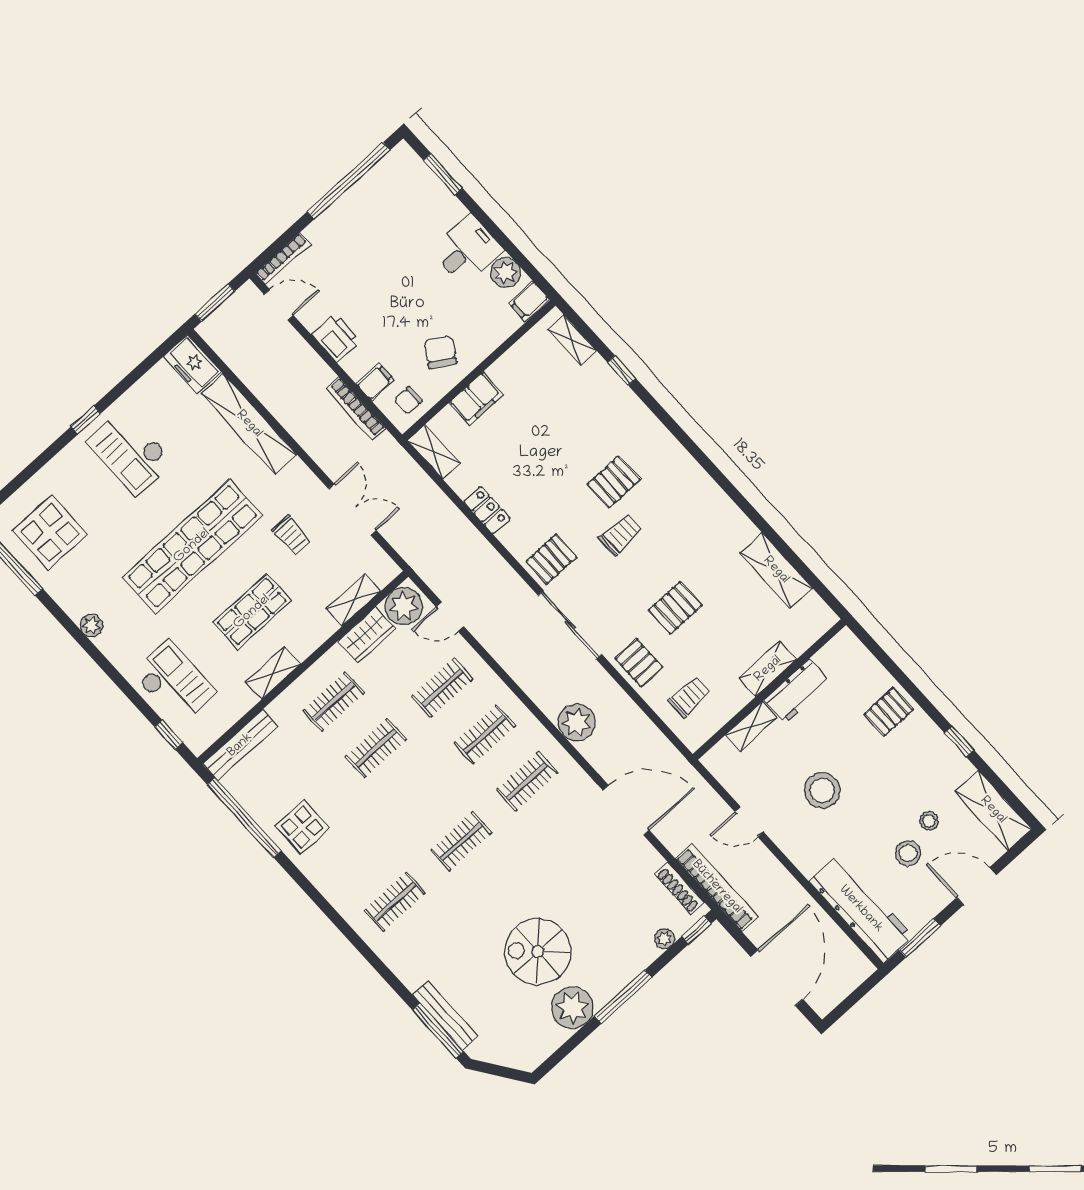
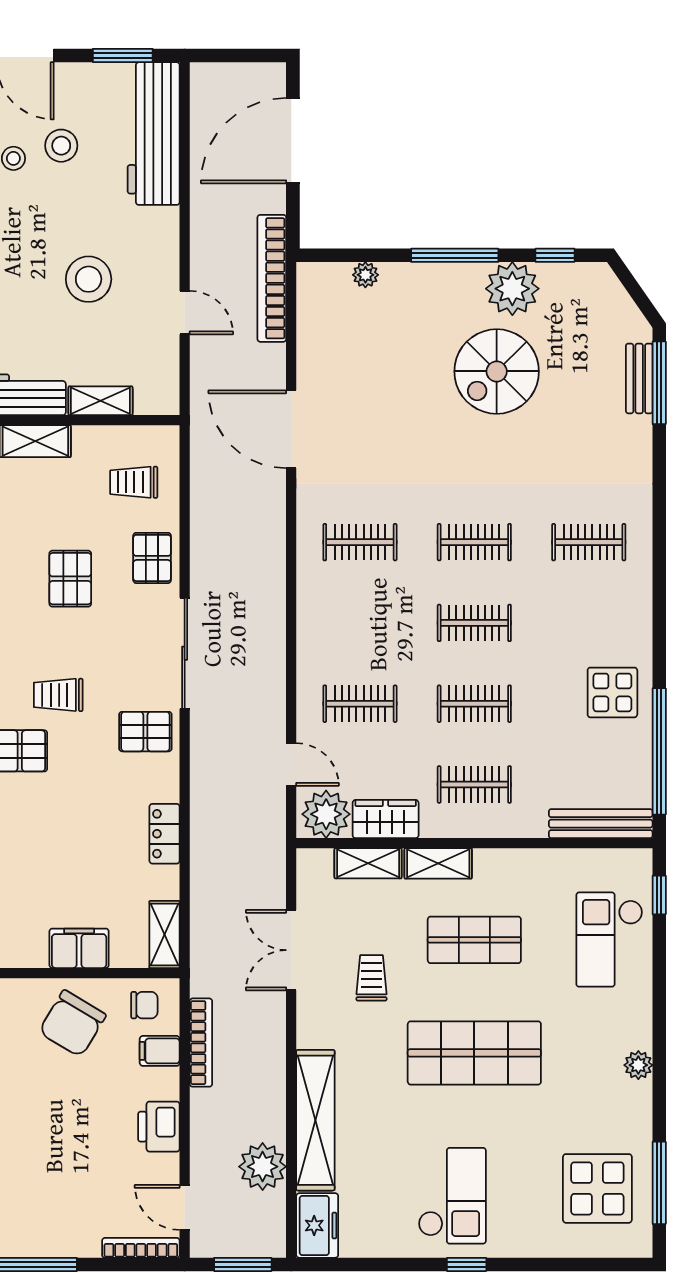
chair: (440, 352) -> (72, 1023), width x1.37, depth x1.37
shop shelf: (192, 546) -> (474, 1053), width x0.71
pallet: (675, 608) -> (70, 579), turned 90
shelving: (273, 673) -> (438, 863), moved
plant: (577, 722) -> (263, 1167), moved
clothes rail: (485, 735) -> (474, 623), moved
shoe rack: (679, 888) -> (308, 310), removed
window: (697, 930) -> (555, 255), moved
spiral stairs: (538, 952) -> (497, 371), turned 90
bench: (445, 1015) -> (639, 378), width x0.73

